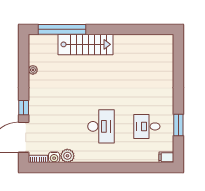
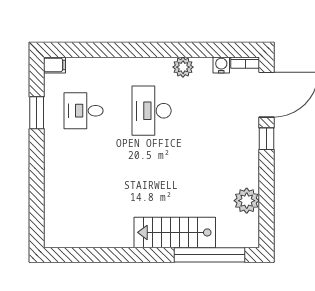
plant: (33, 70) -> (247, 201), width x1.87, depth x1.87
desk: (147, 126) -> (84, 111), turned 180
plant: (67, 156) -> (183, 67), moved

